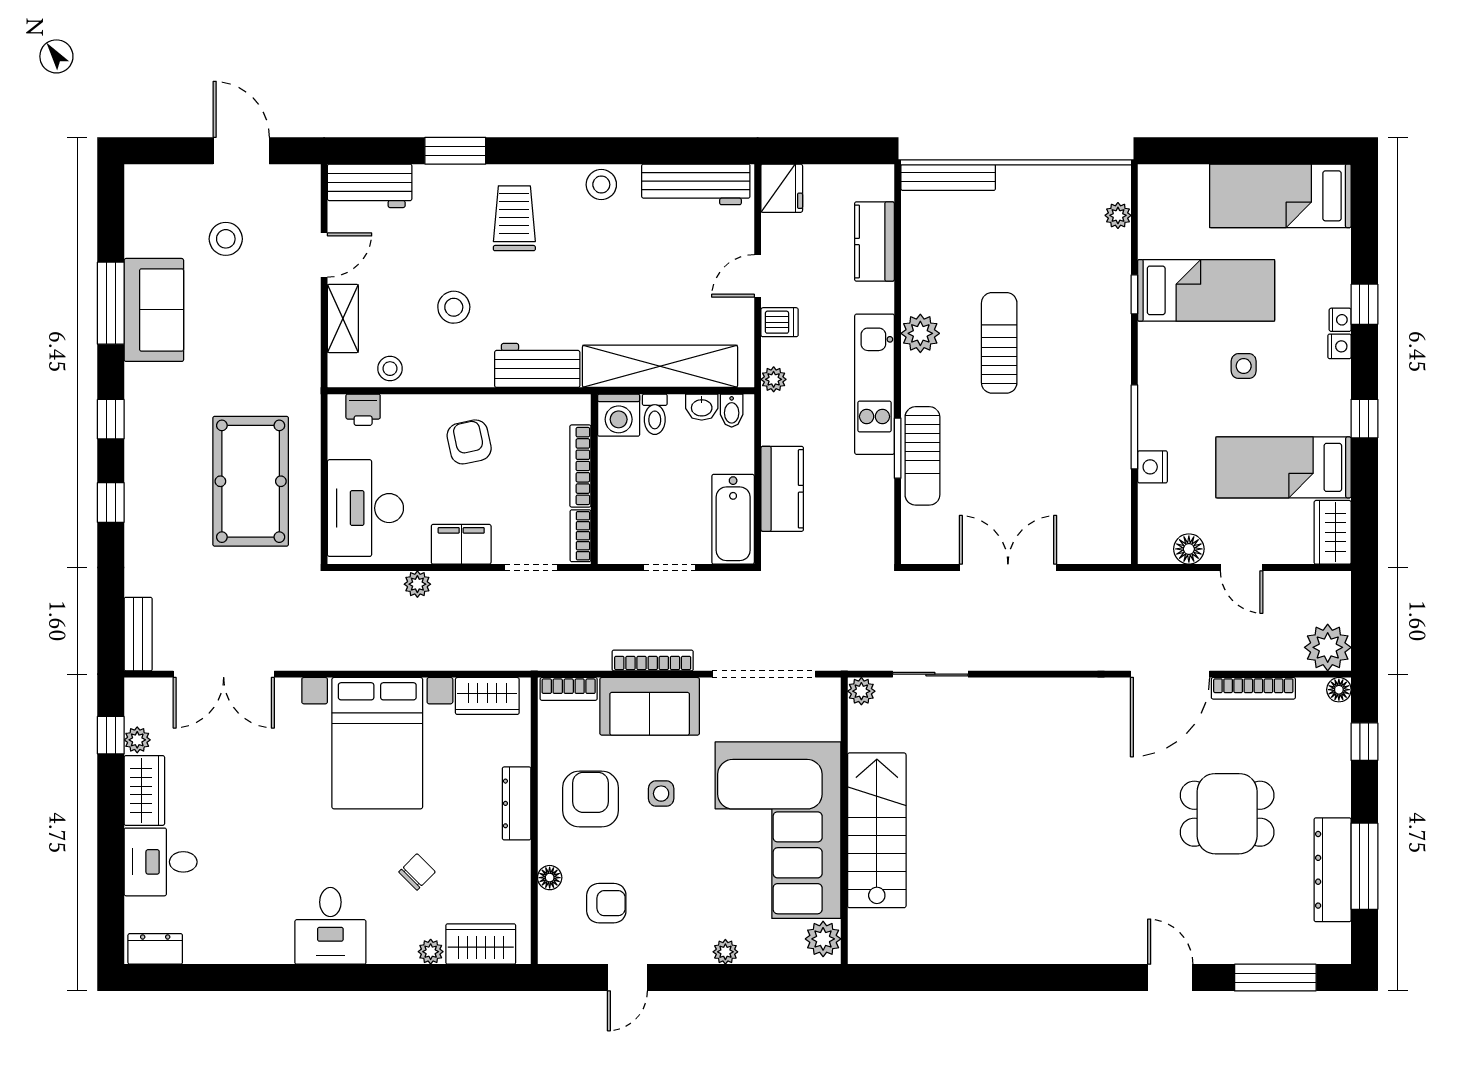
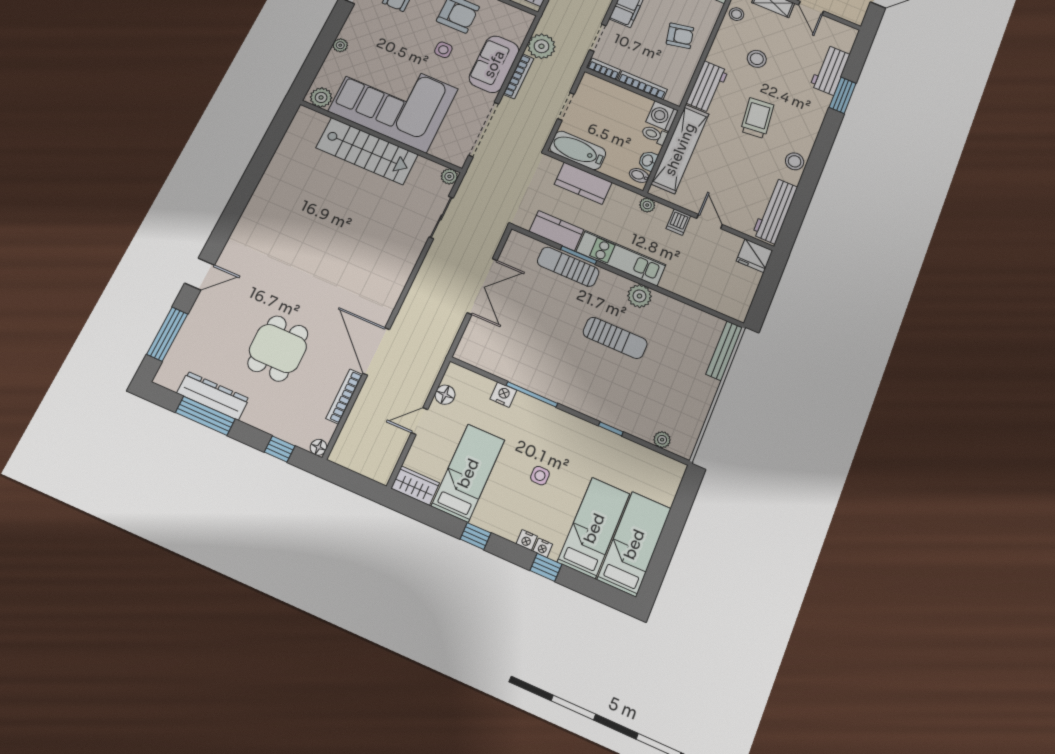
workbench: (370, 186) -> (830, 70), moved
trolley: (514, 218) -> (757, 118), moved, turned -96
kitchen counter: (874, 242) -> (556, 231), moved
bed: (1206, 290) -> (594, 528), moved, turned 180
plant: (1328, 647) -> (541, 46), moved
bookcase: (569, 689) -> (523, 28), removed

